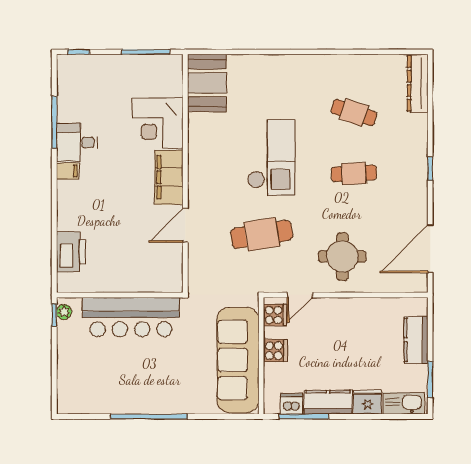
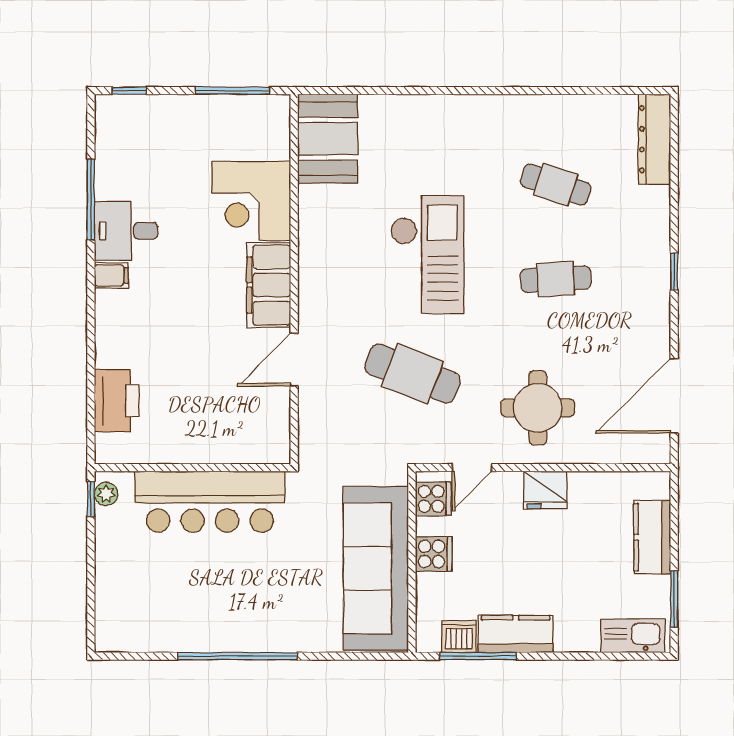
cafe table: (262, 234) -> (413, 374), turned 30
fridge: (368, 402) -> (545, 490), moved, turned 180

